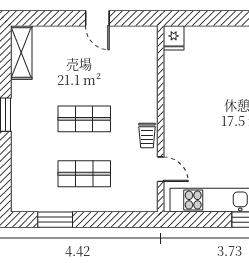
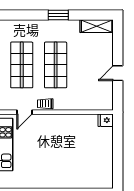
shop shelf: (84, 119) -> (56, 65), width x1.43, depth x1.36
shop shelf: (84, 174) -> (22, 65), width x1.43, depth x1.36

